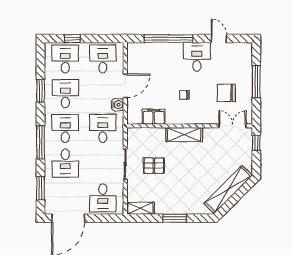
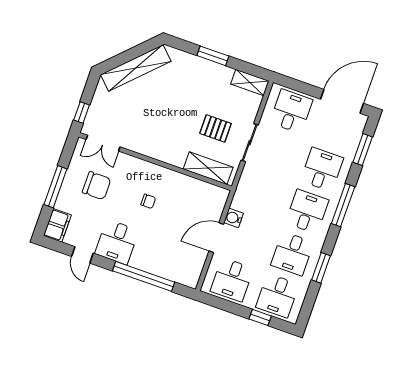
filing cabinet: (154, 117) -> (57, 225), moved, turned -90
desk: (65, 128) -> (307, 211), turned 180
desk: (103, 128) -> (262, 195), removed
shelving: (184, 135) -> (208, 168), moved

